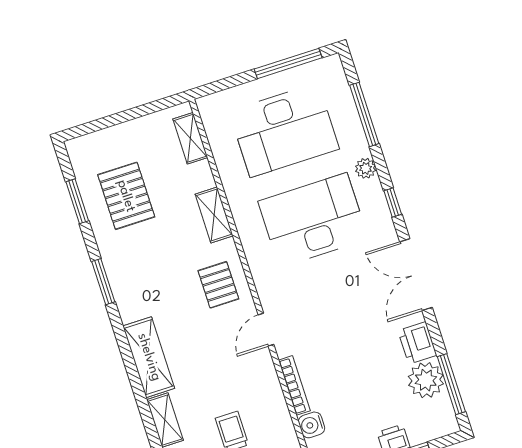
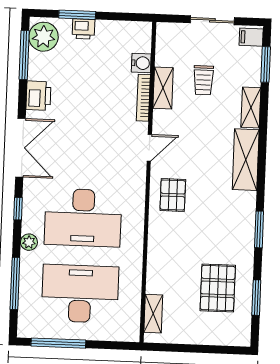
shelving: (214, 215) -> (163, 88), moved
plant: (426, 380) -> (43, 37), moved

